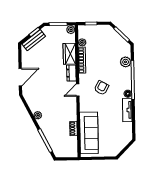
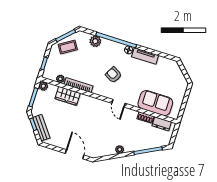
coffee table: (112, 40) -> (68, 47), added
dresser: (71, 73) -> (162, 124), moved
door: (78, 90) -> (119, 103), moved
sofa: (89, 133) -> (155, 103), width x0.73

